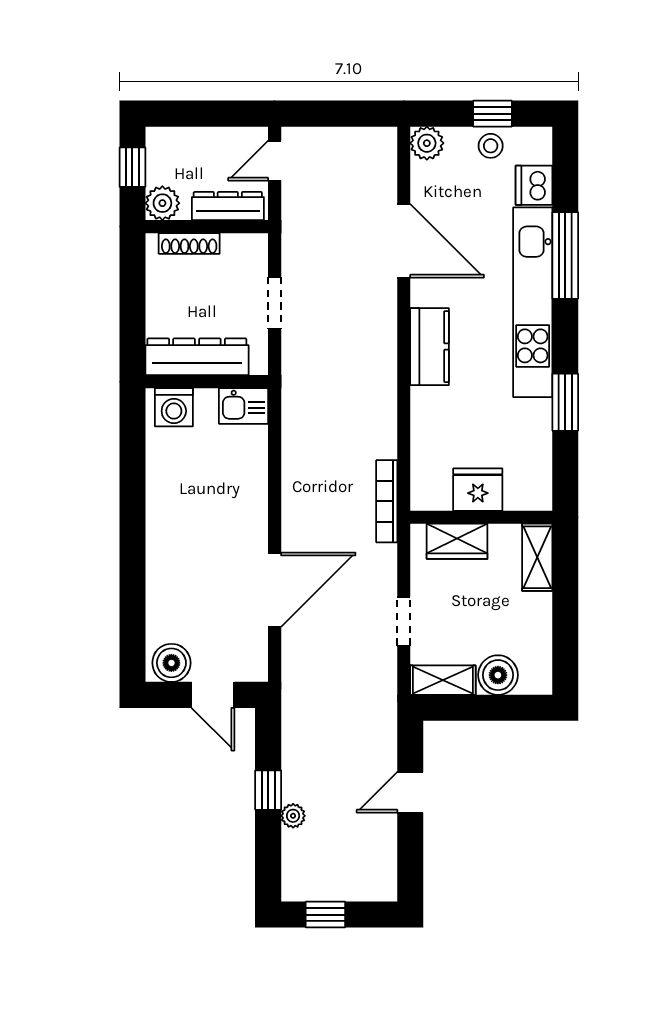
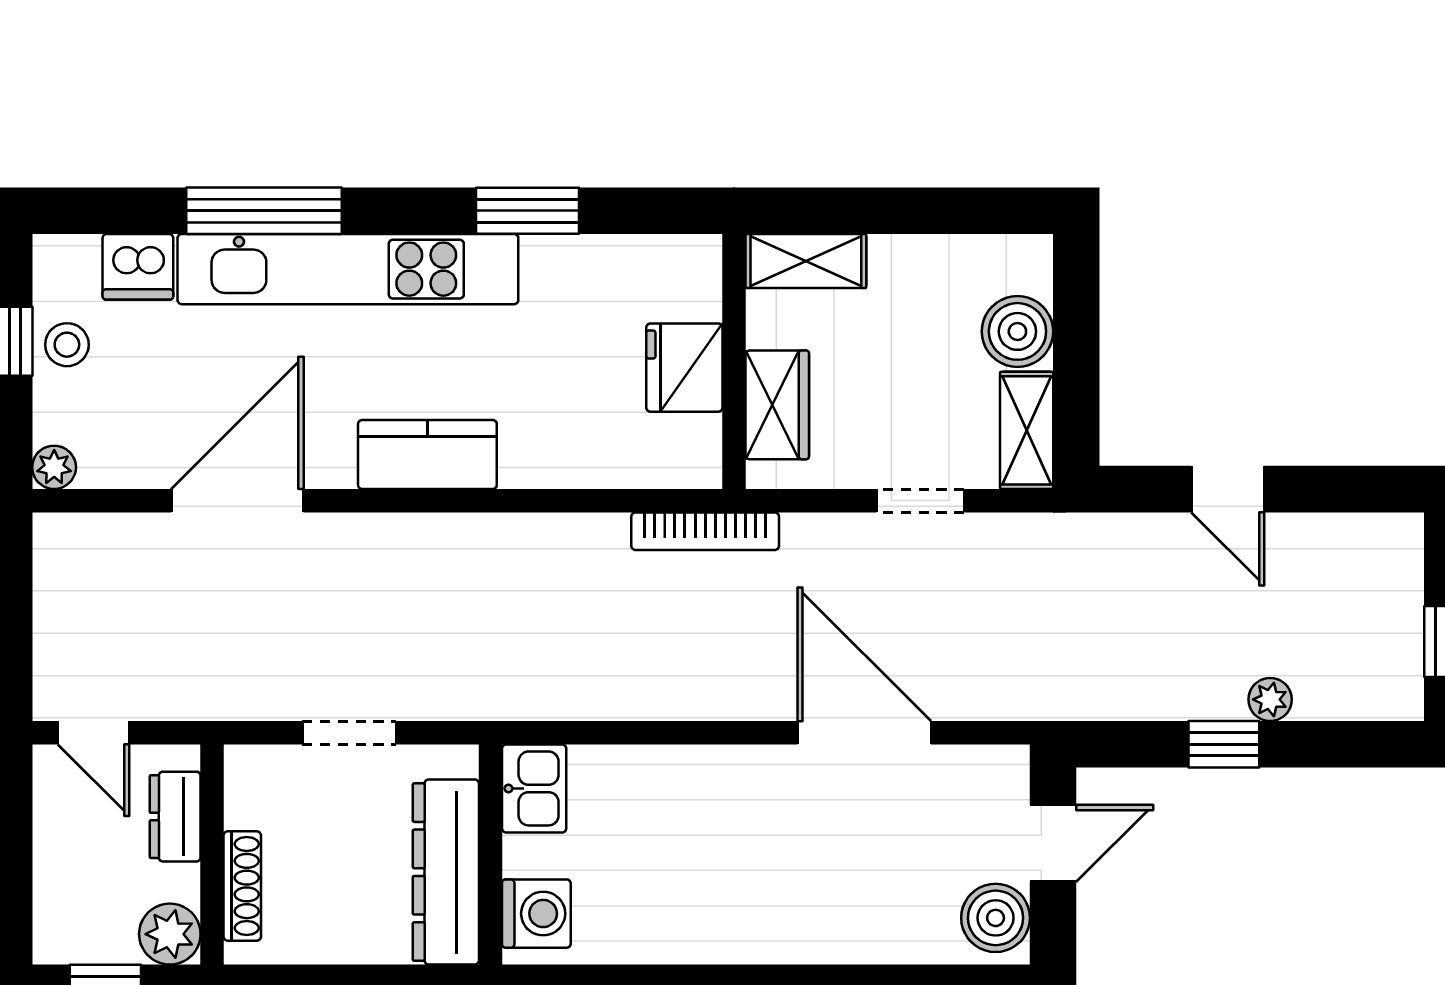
plant: (427, 143) -> (54, 467), width x0.73, depth x0.73
dresser: (228, 206) -> (175, 817), width x0.70

